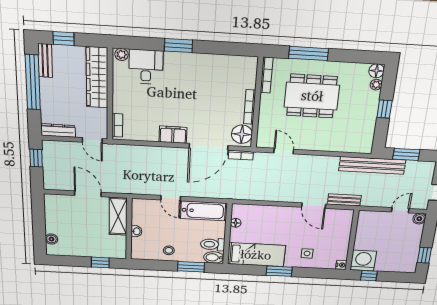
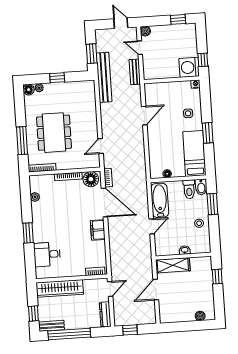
plant: (122, 54) -> (35, 197), moved
bench: (344, 200) -> (135, 72), moved

